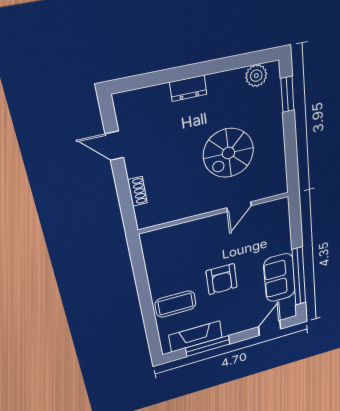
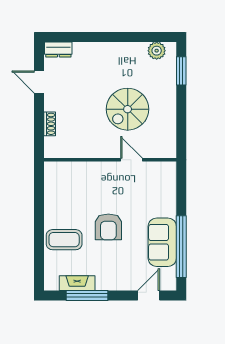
dresser: (188, 88) -> (58, 49), moved
door: (239, 207) -> (131, 160), swing flipped
fireplace: (196, 336) -> (77, 283), width x0.73, depth x0.76

